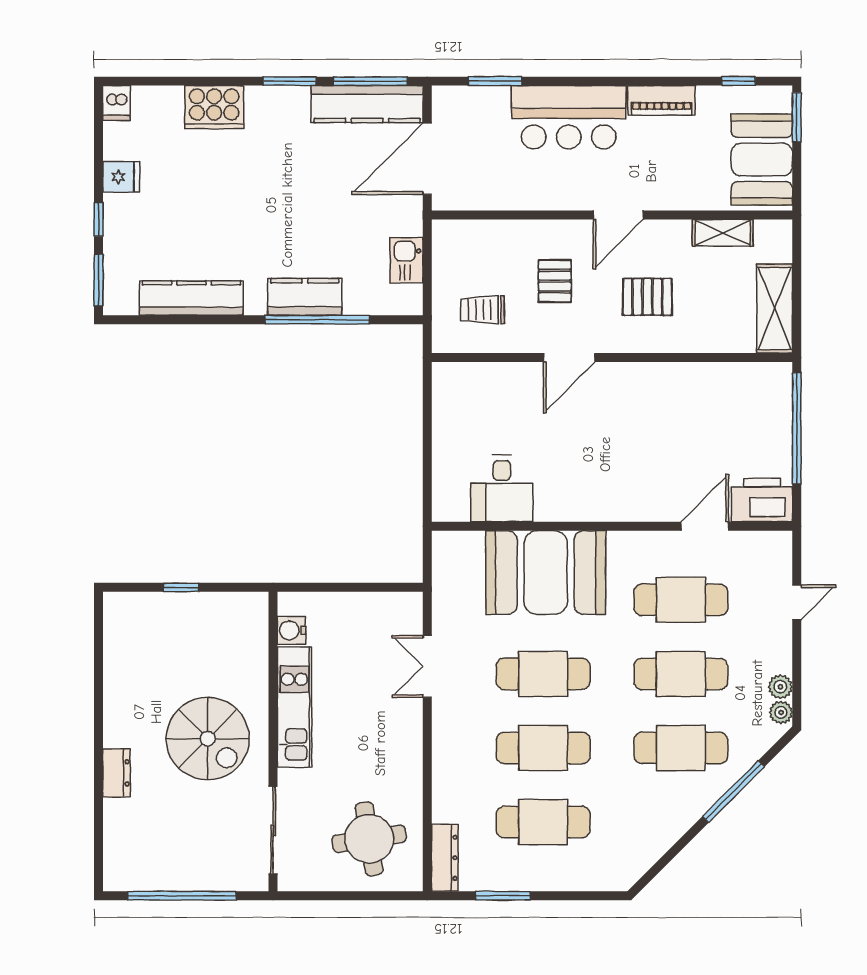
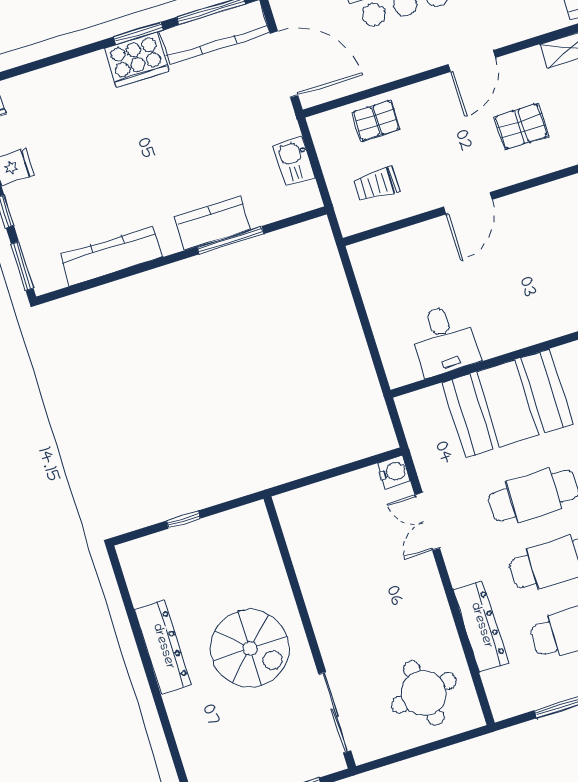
cooker: (214, 107) -> (136, 59), moved
door: (427, 159) -> (284, 64), swing flipped
pallet: (555, 281) -> (376, 121), moved, turned 90
window: (317, 320) -> (230, 240), width x0.68
water cooler: (291, 630) -> (394, 472), moved, turned 180
kitchen unit: (294, 707) -> (319, 595), removed
dresser: (117, 773) -> (163, 647), moved, width x1.96, depth x1.24
dresser: (445, 858) -> (481, 626), moved, width x1.37, depth x1.24

